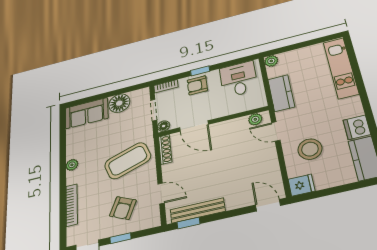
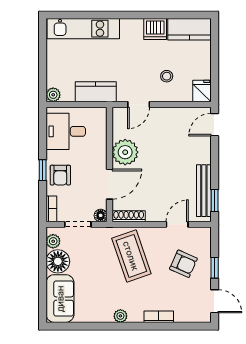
plant: (137, 95) -> (53, 241), added
plant: (255, 119) -> (125, 152), moved, width x1.88, depth x1.88
stool: (310, 149) -> (167, 76), width x0.53, depth x0.53
bookcase: (72, 205) -> (159, 317), width x0.64

